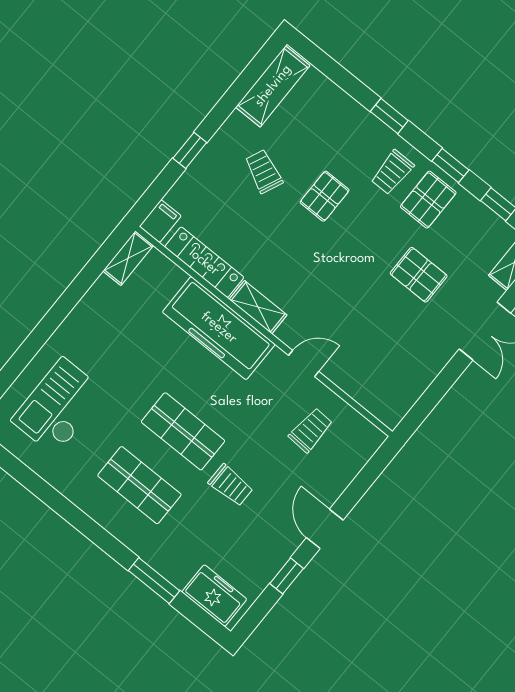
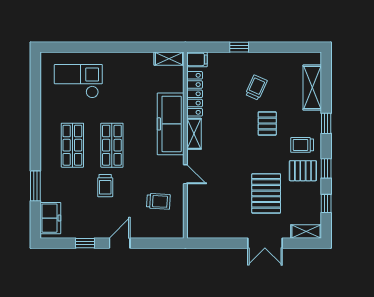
shelving: (273, 86) -> (312, 88), moved, turned 90
pallet: (325, 196) -> (267, 123), turned 90
pallet: (419, 275) -> (266, 193), width x1.50, depth x1.42

